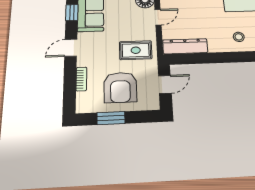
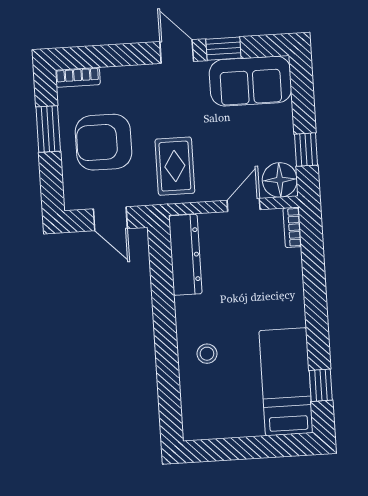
window: (72, 13) -> (223, 49), moved
door: (158, 17) -> (244, 205), swing flipped
bookcase: (81, 79) -> (78, 77), moved

